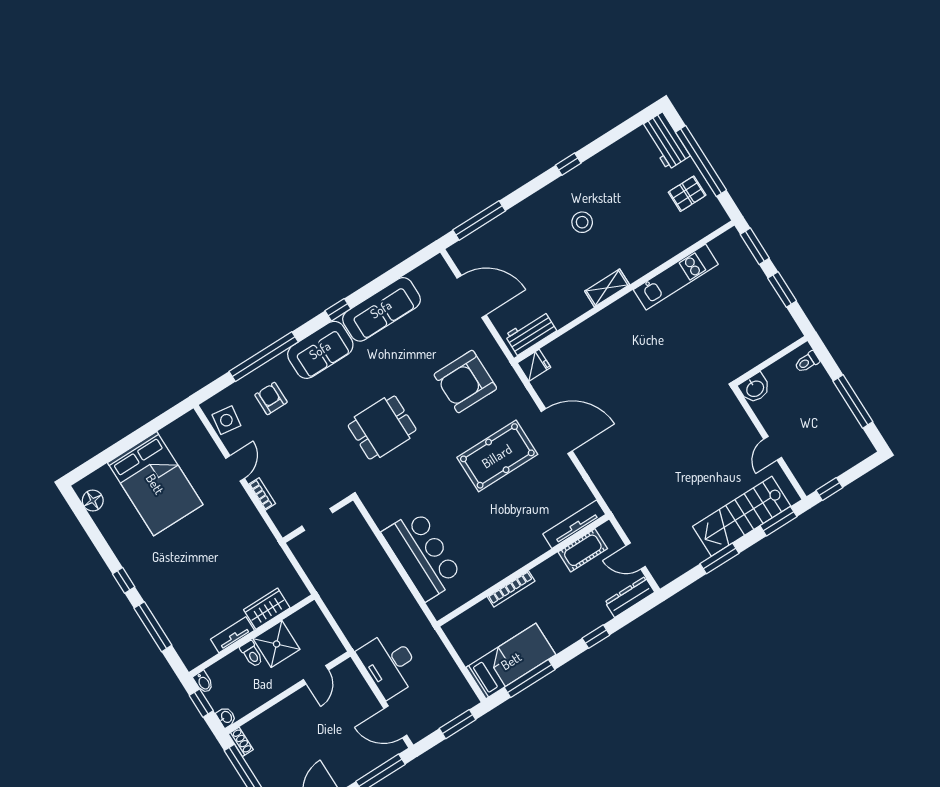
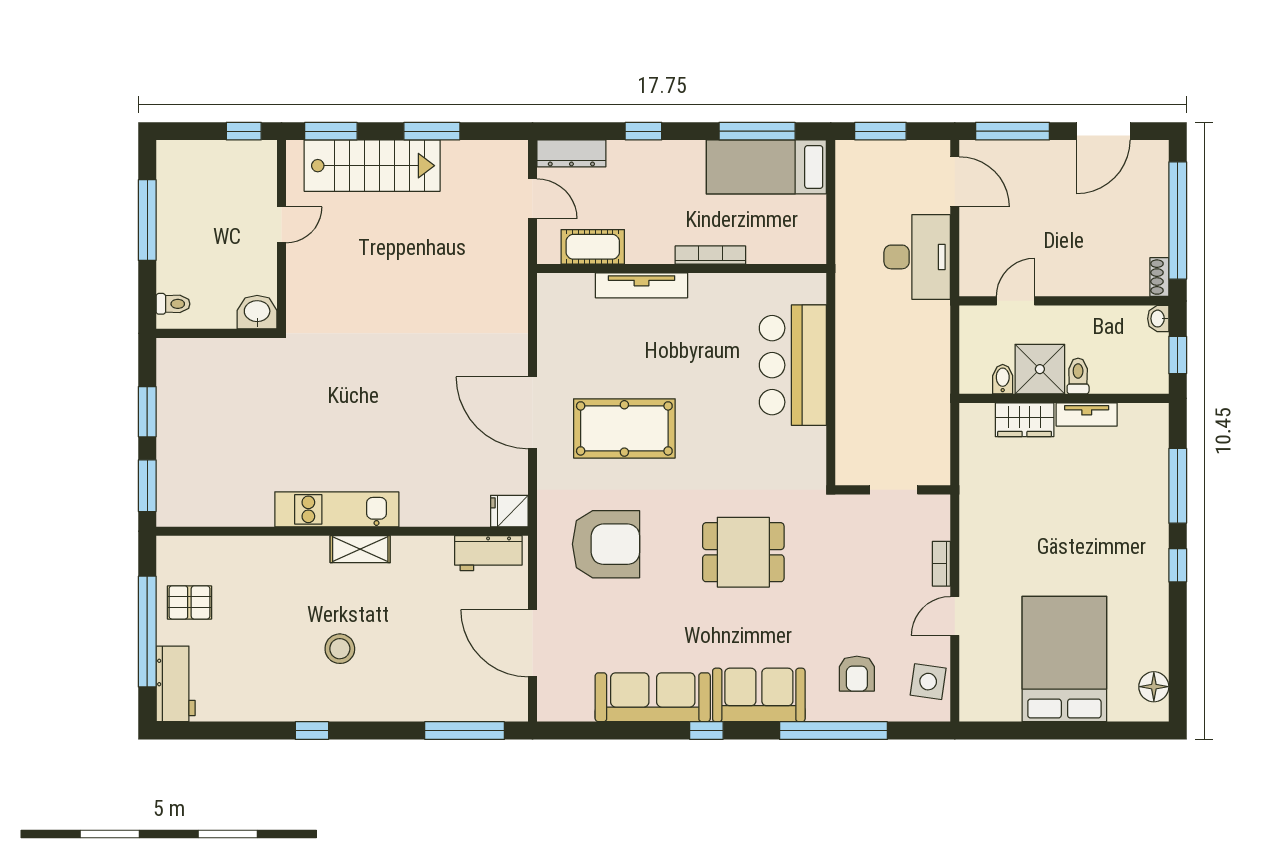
kitchen unit: (676, 277) -> (337, 509), moved
tv unit: (574, 524) -> (642, 285), moved
bidet: (203, 682) -> (1003, 379), moved

